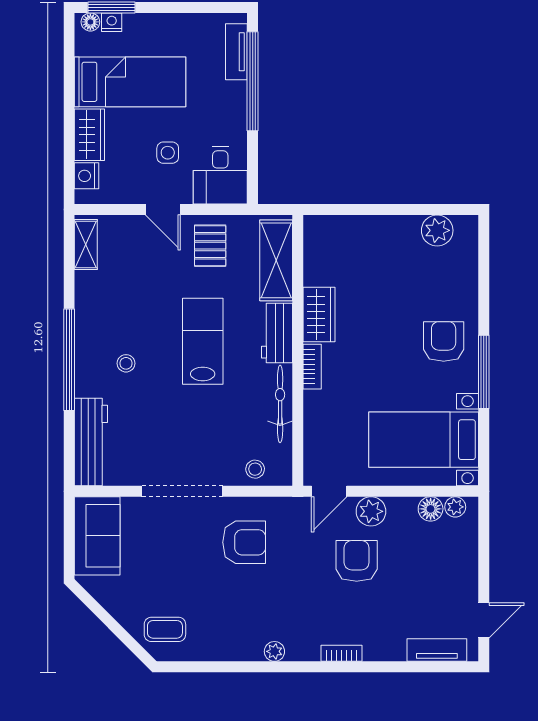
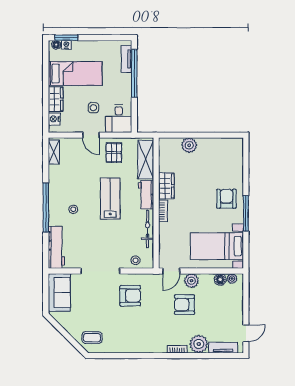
plant: (437, 230) -> (189, 145), moved
armchair: (357, 561) -> (184, 305), turned -90
plant: (274, 651) -> (199, 344), moved, width x1.87, depth x1.87

